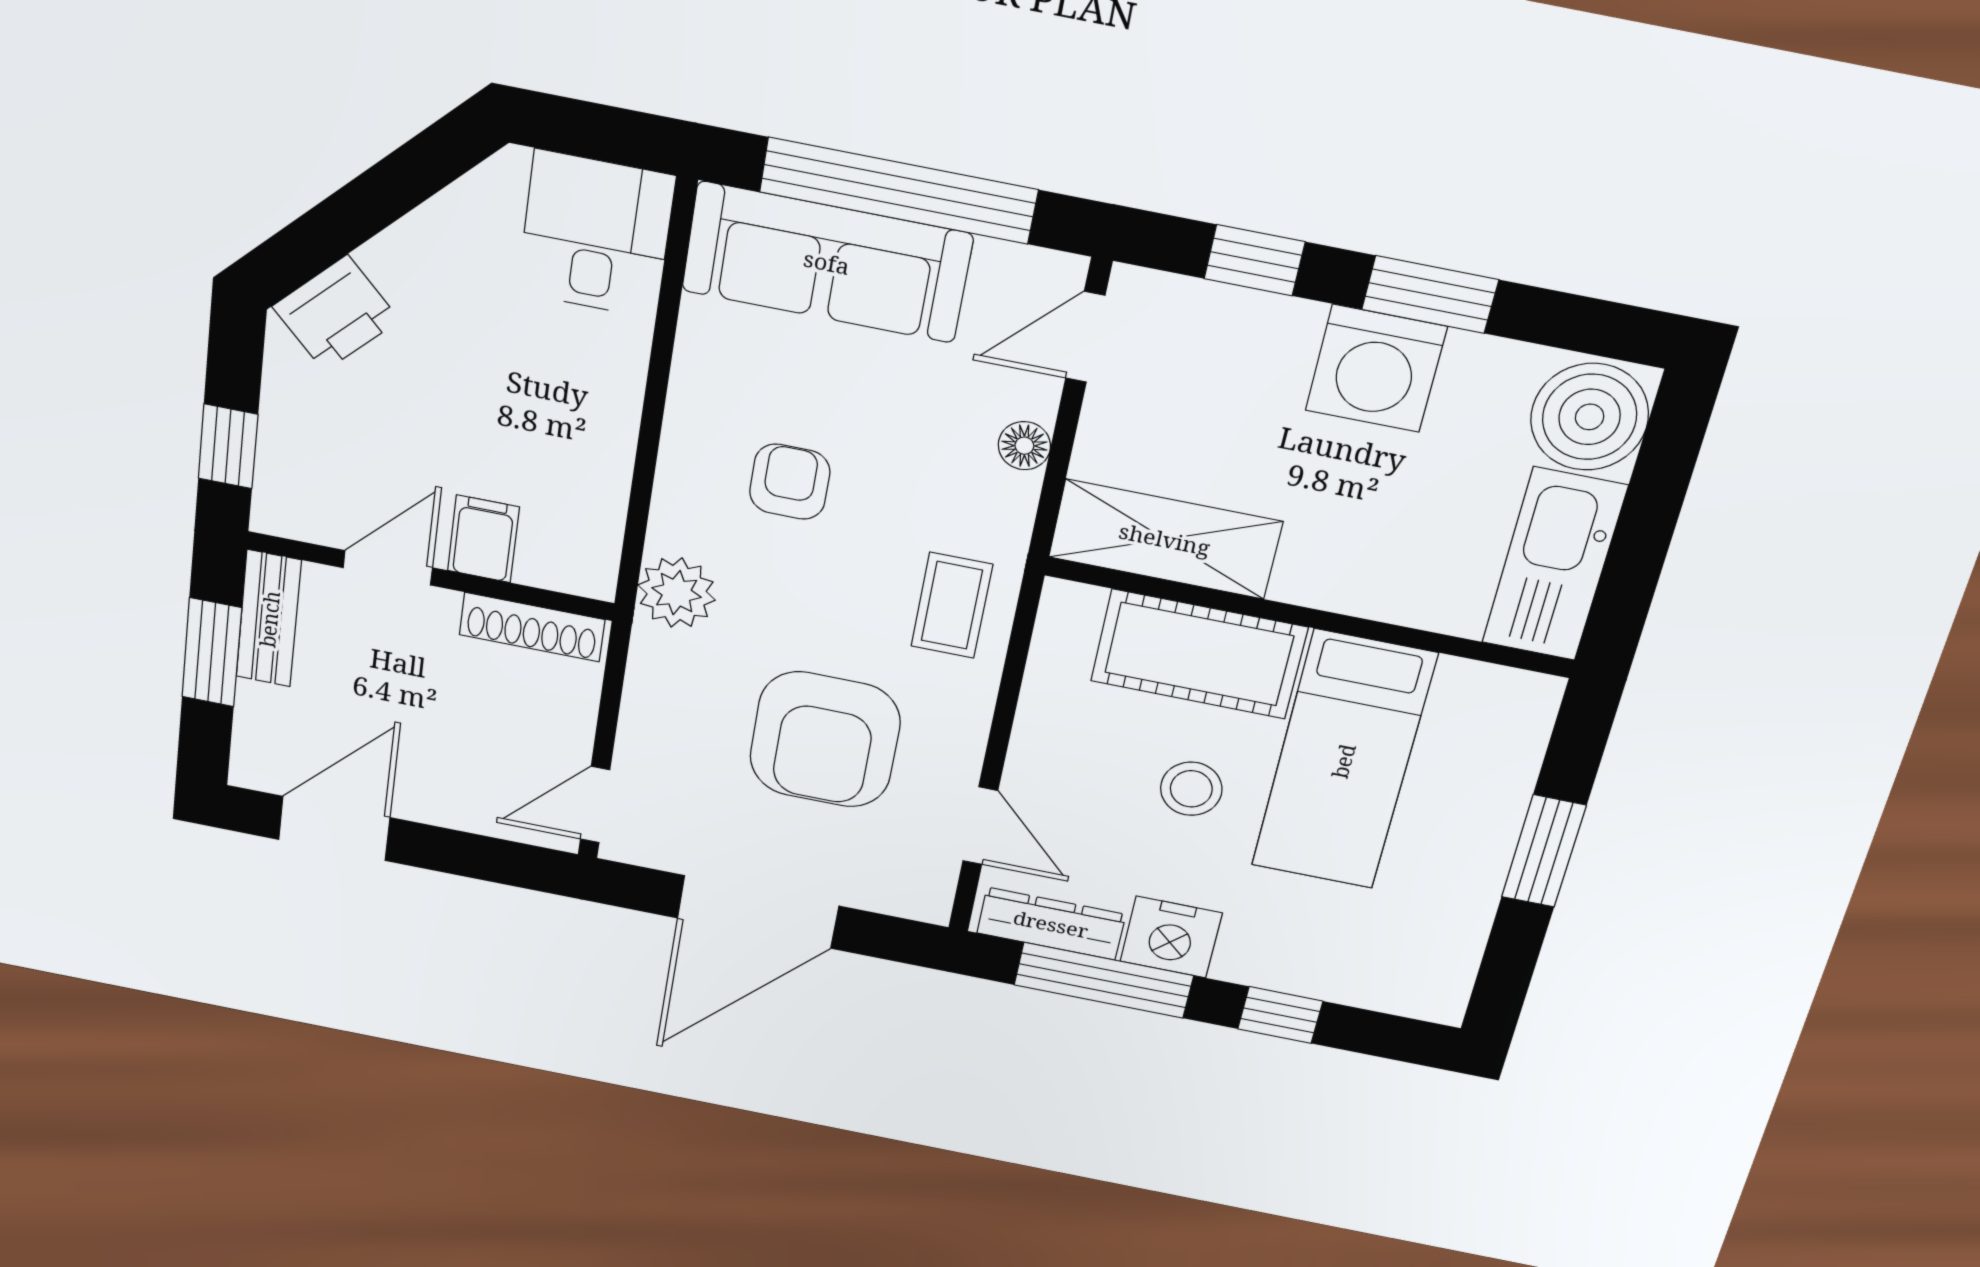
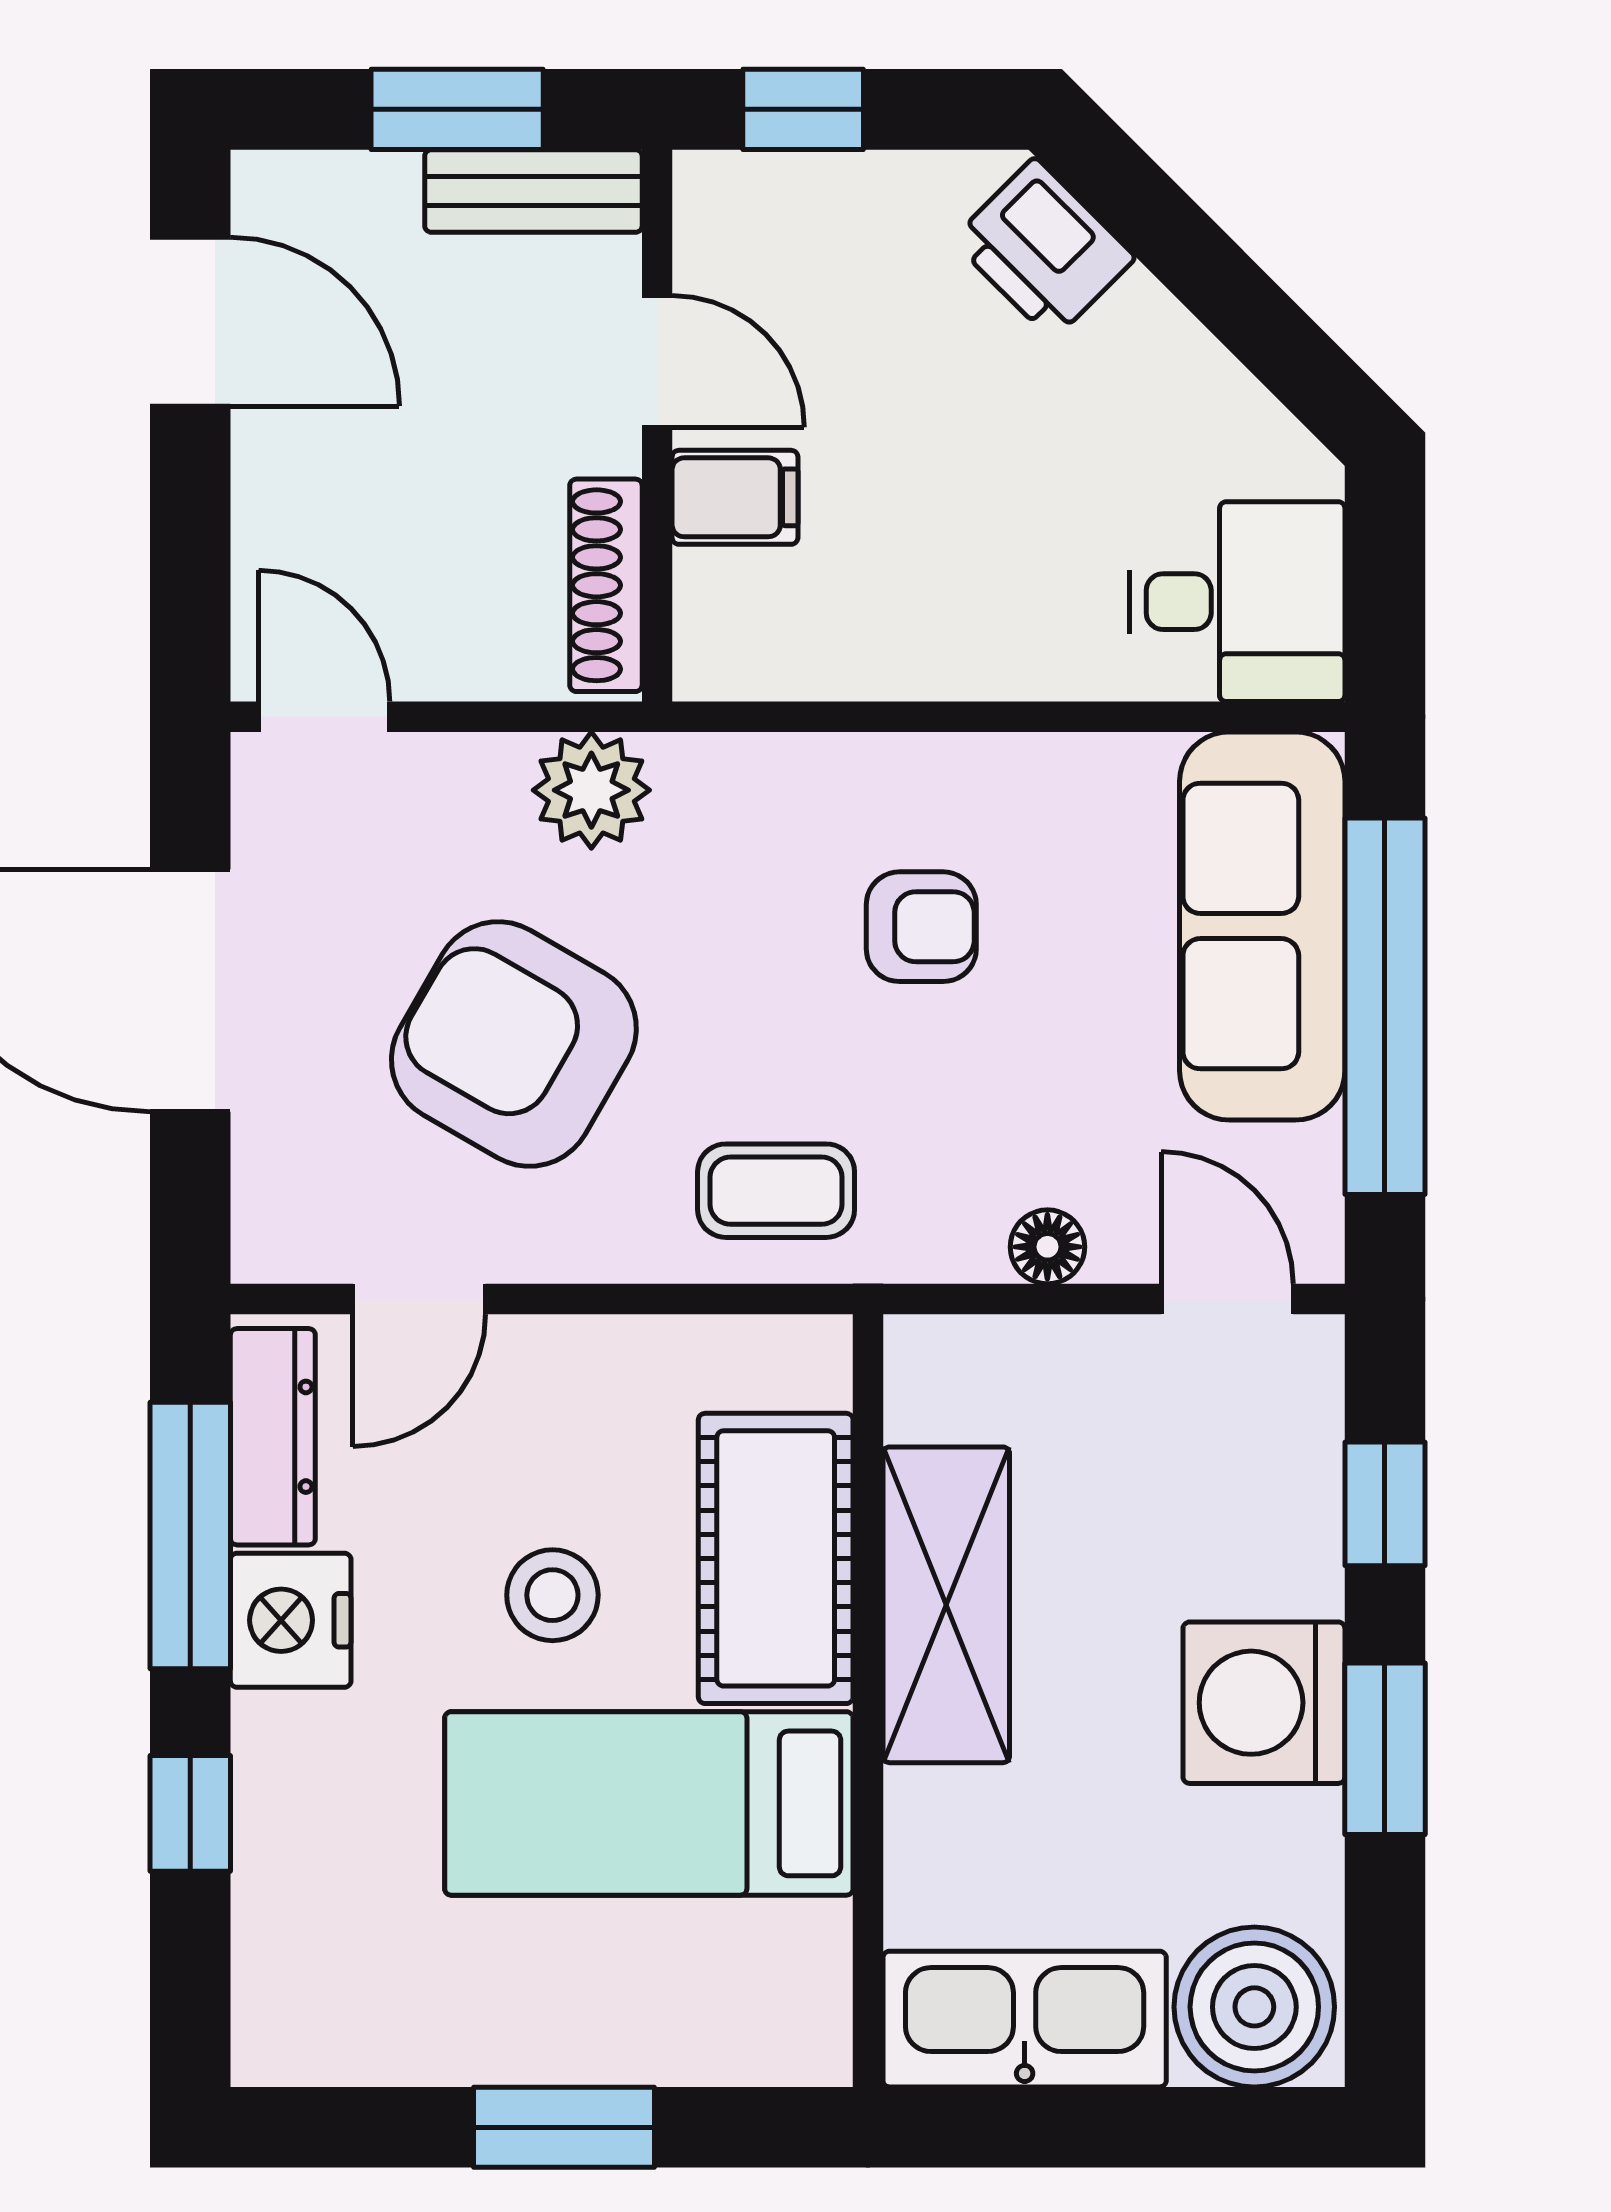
shelving: (1165, 539) -> (946, 1605), moved
plant: (677, 593) -> (591, 790), moved
armchair: (825, 740) -> (514, 1044), turned 30

